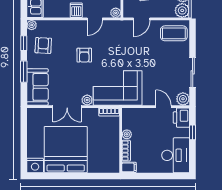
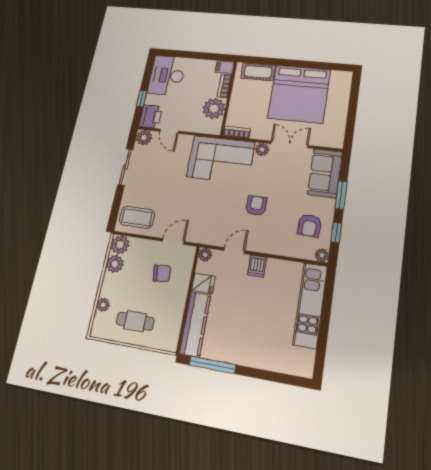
plant: (127, 134) -> (214, 108), width x1.88, depth x1.88
nightstand: (35, 166) -> (341, 79), removed
cot: (101, 166) -> (258, 72), added

